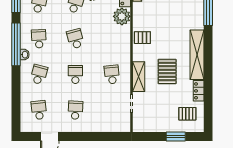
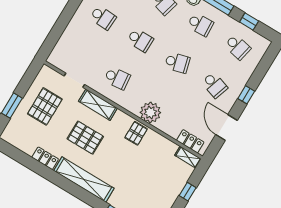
plant: (122, 16) -> (150, 112), moved
pallet: (187, 114) -> (45, 106), moved, width x1.50, depth x1.42

